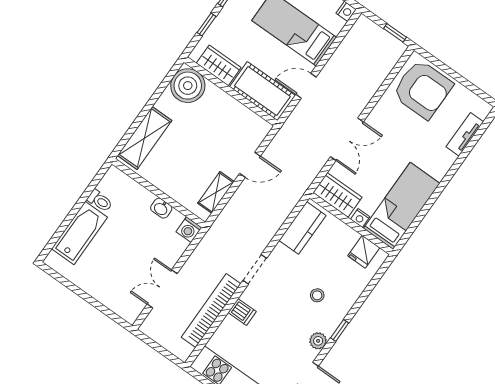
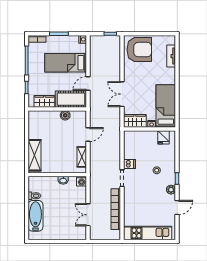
boiler: (188, 86) -> (65, 115), moved, width x0.54, depth x0.54
double door: (347, 139) -> (122, 94), swing flipped
kitchen counter: (303, 228) -> (130, 146), removed
dishwasher: (242, 312) -> (130, 164), moved

